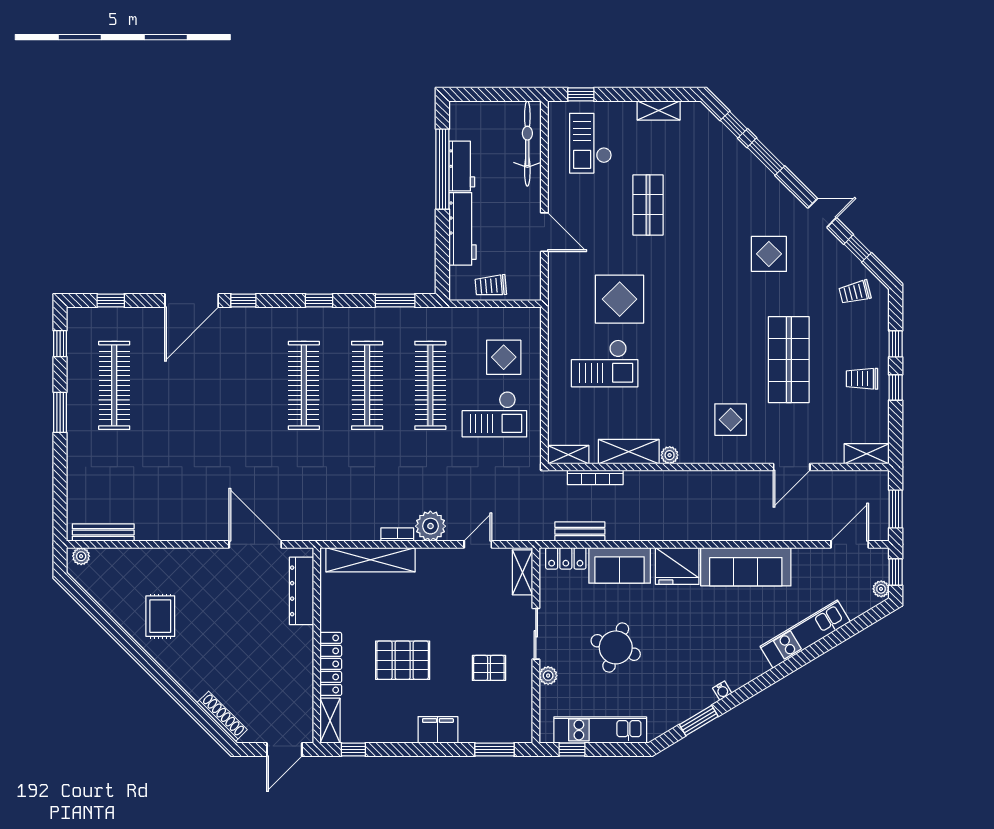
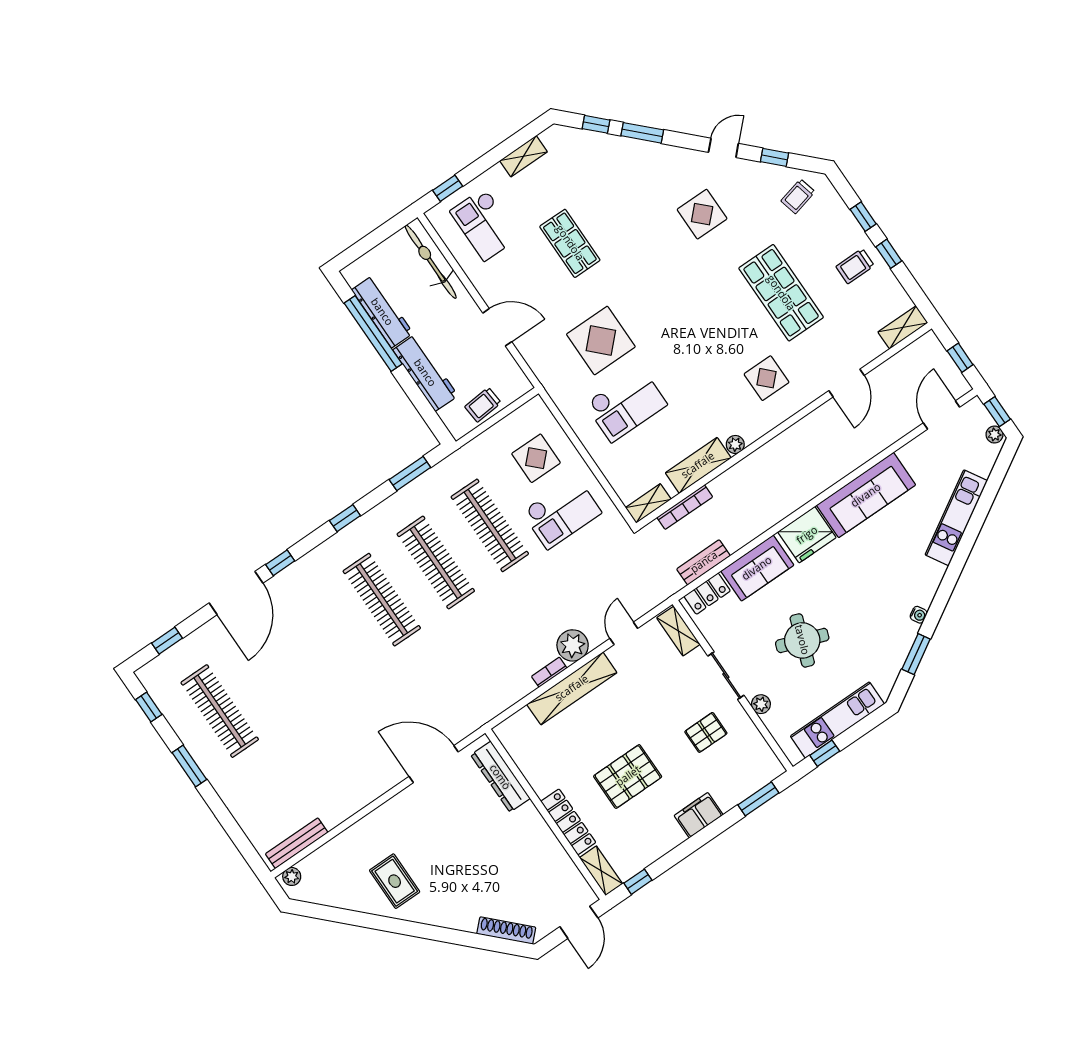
workbench: (462, 166) -> (382, 312), width x1.38
window: (896, 509) -> (960, 358), width x0.67
shelving: (370, 560) -> (572, 688), moved

